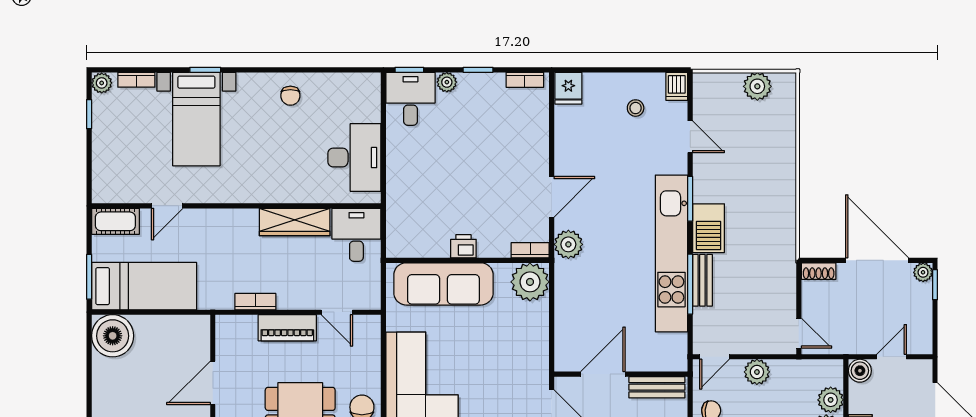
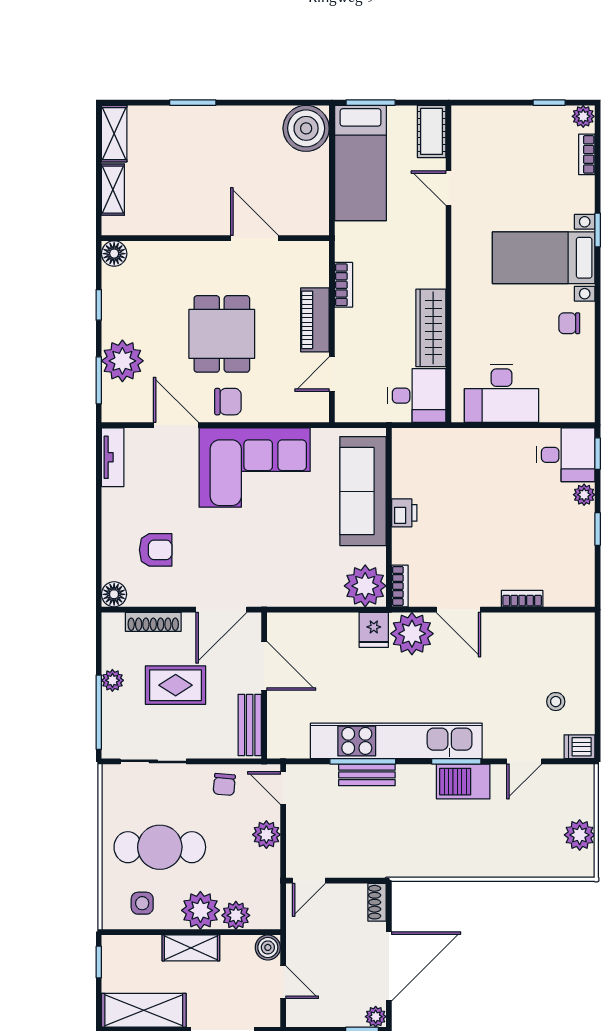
bookcase: (525, 80) -> (522, 599), moved, turned 90
fridge: (568, 88) -> (374, 630), moved, turned -90
bed with nightstands: (196, 119) -> (544, 258), moved
barbecue: (709, 228) -> (463, 782), moved
plant: (568, 244) -> (412, 634), width x1.36, depth x1.36

